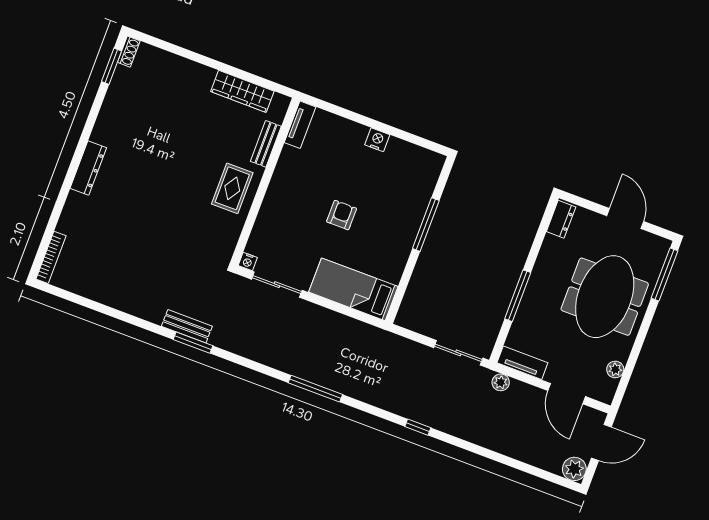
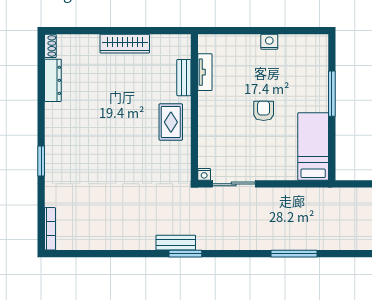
window: (111, 66) -> (41, 161), moved
wardrobe: (242, 91) -> (125, 44), moved
tv unit: (300, 125) -> (205, 72), moved
dresser: (88, 168) -> (53, 80), moved
bed: (353, 289) -> (313, 147), moved, turned 90

